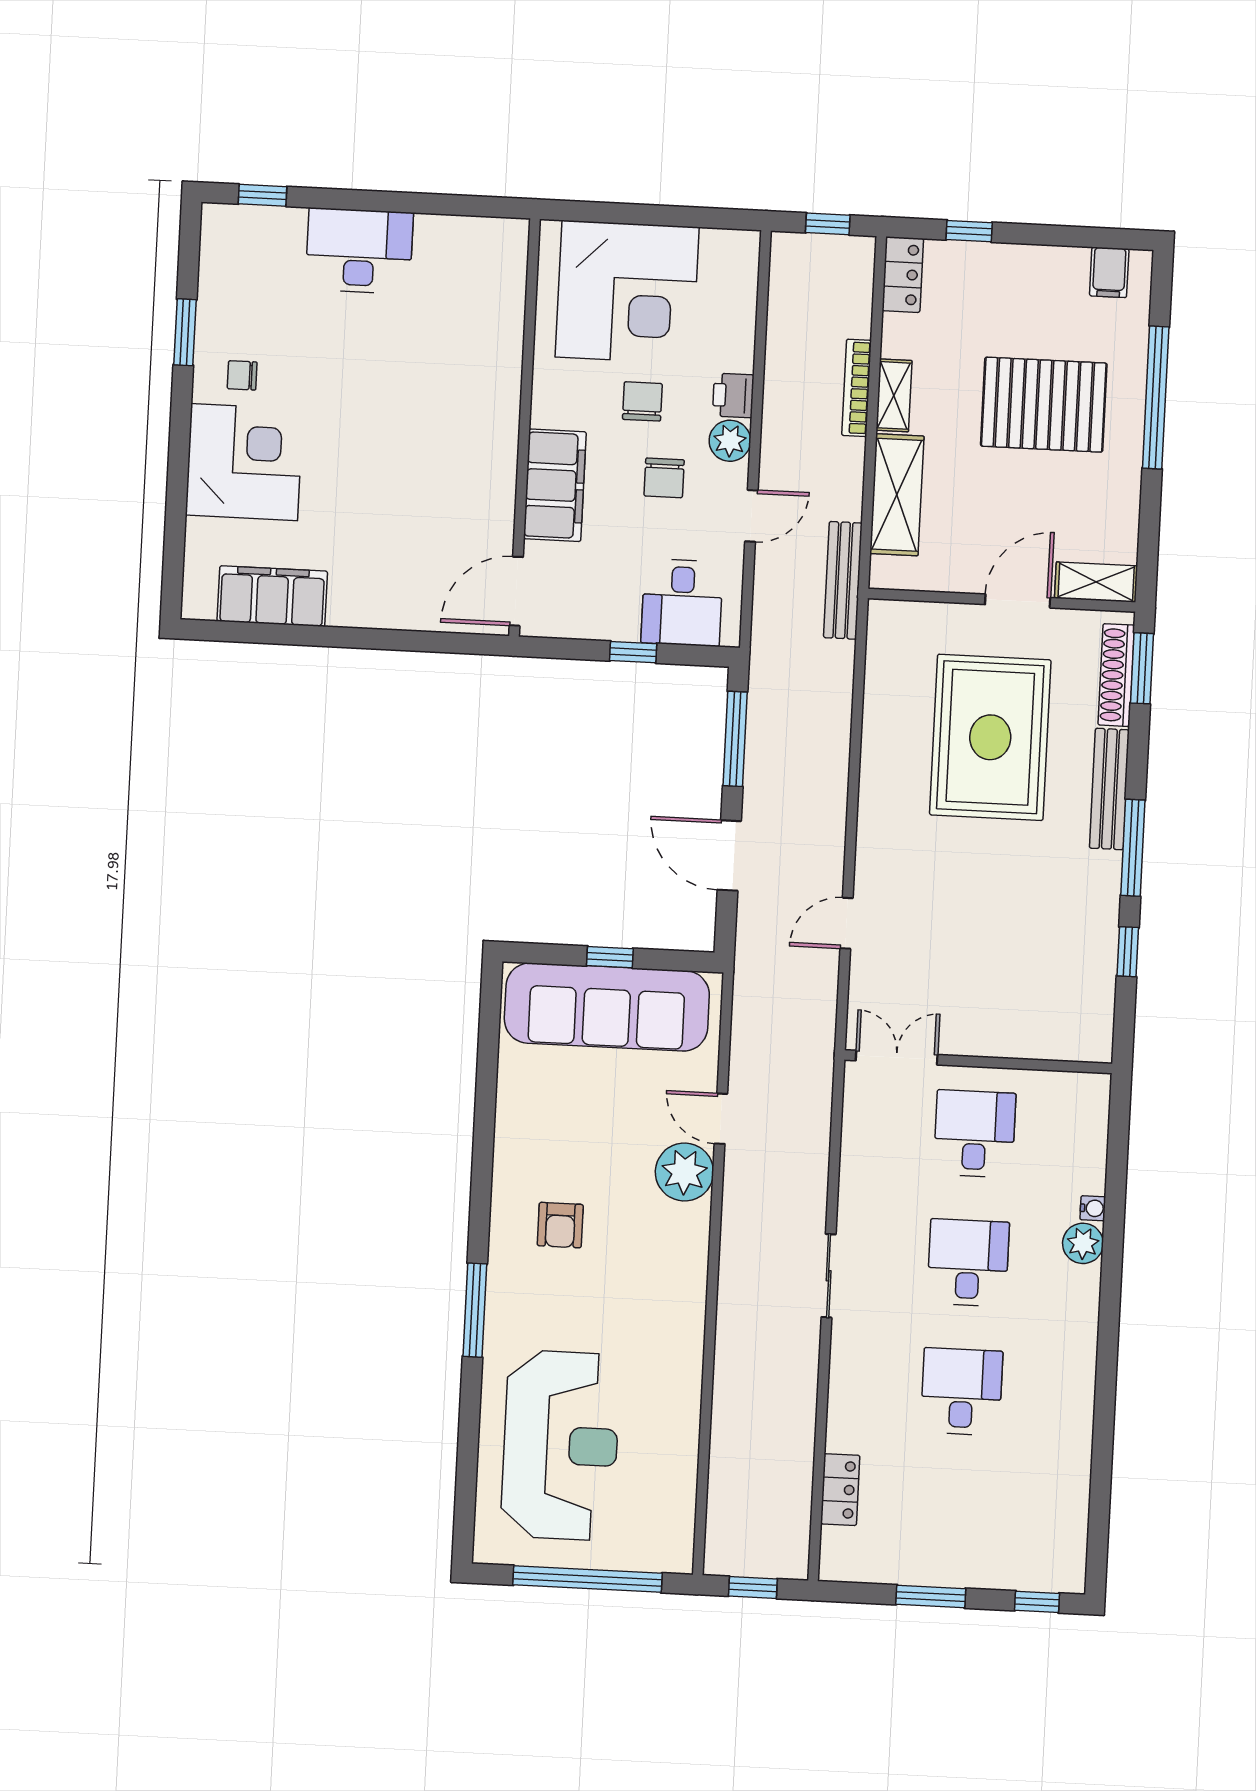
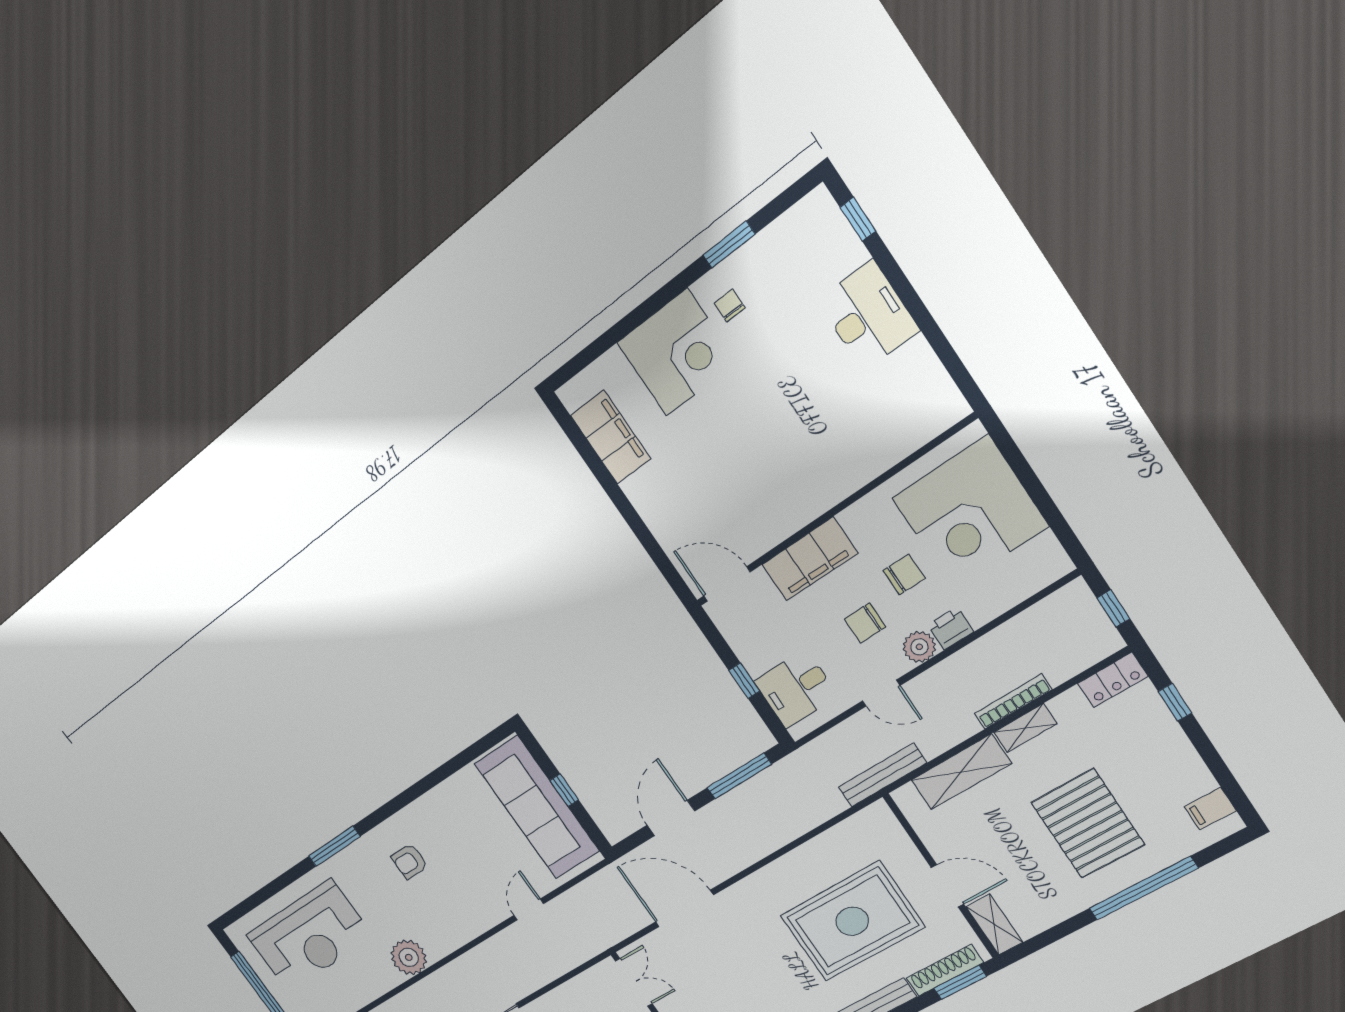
door: (846, 923) -> (684, 908), width x1.88
plant: (684, 1172) -> (409, 957), moved

